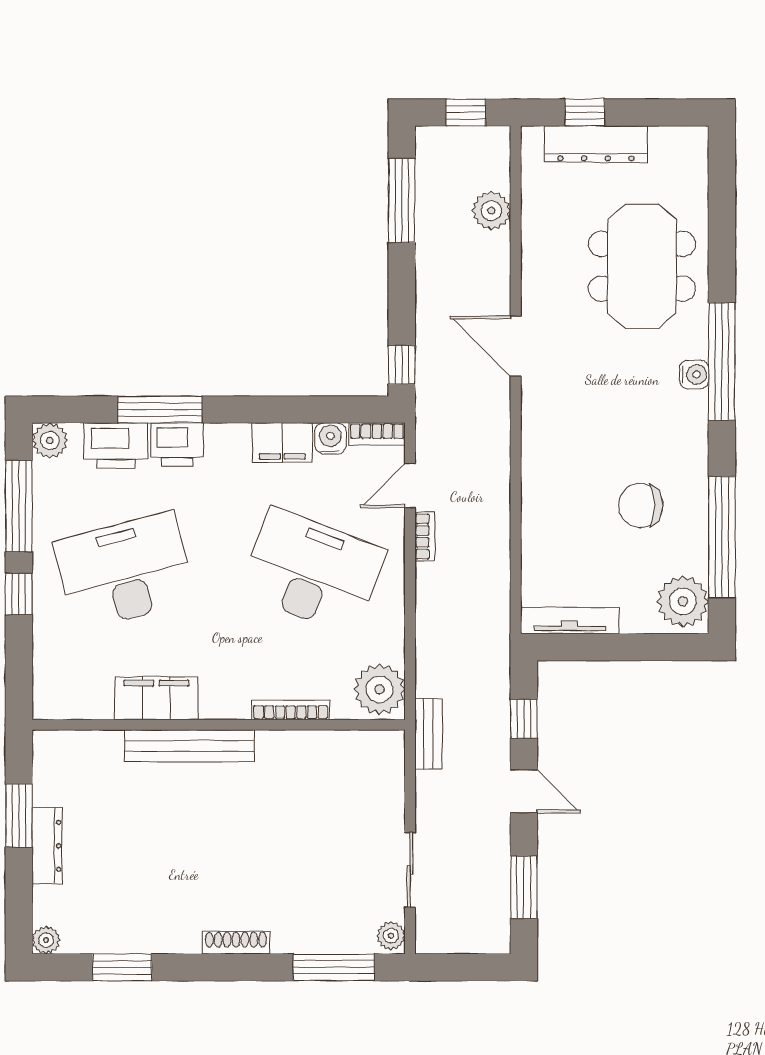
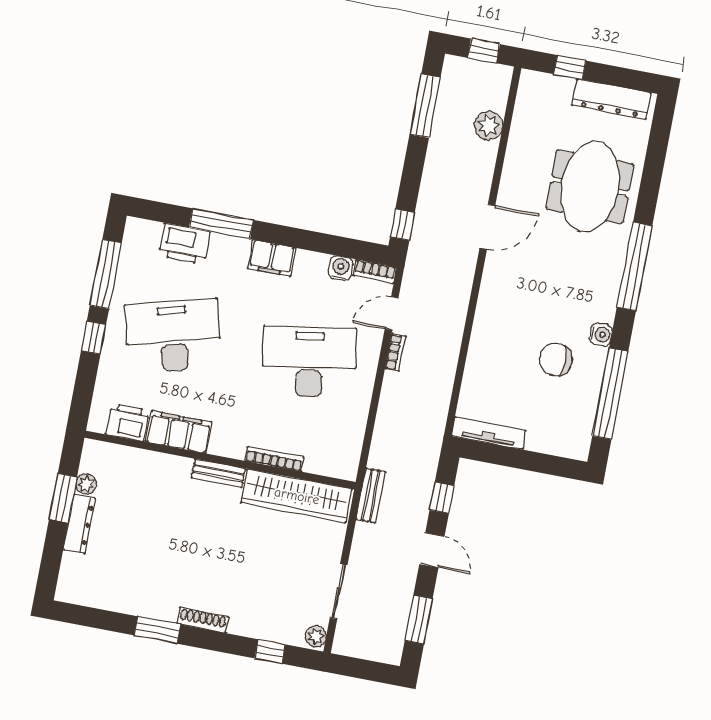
dresser: (596, 144) -> (611, 99), moved
door: (516, 346) -> (487, 227), swing flipped
water cooler: (694, 375) -> (601, 334), moved
plant: (50, 440) -> (137, 231), removed
filing cabinet: (282, 443) -> (271, 258), moved
printer: (177, 444) -> (128, 422), moved, turned 180
desk: (312, 571) -> (309, 362), turned -30
plant: (683, 601) -> (573, 435), removed
plant: (379, 689) -> (341, 457), removed
bench: (190, 746) -> (218, 473), width x0.54, depth x0.82
wardrobe: (330, 753) -> (297, 496), added
plant: (46, 940) -> (86, 484), moved
window: (122, 967) -> (157, 630), moved
window: (334, 967) -> (270, 651), width x0.46

